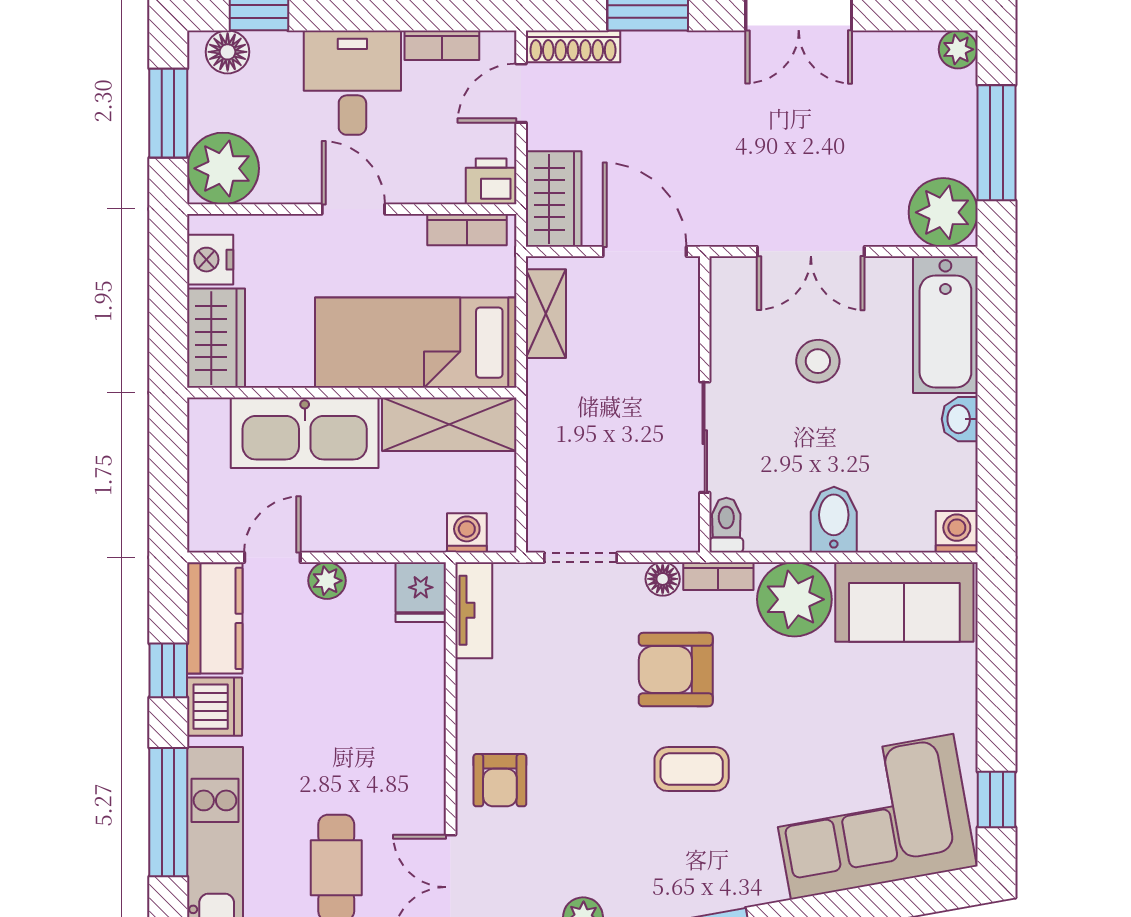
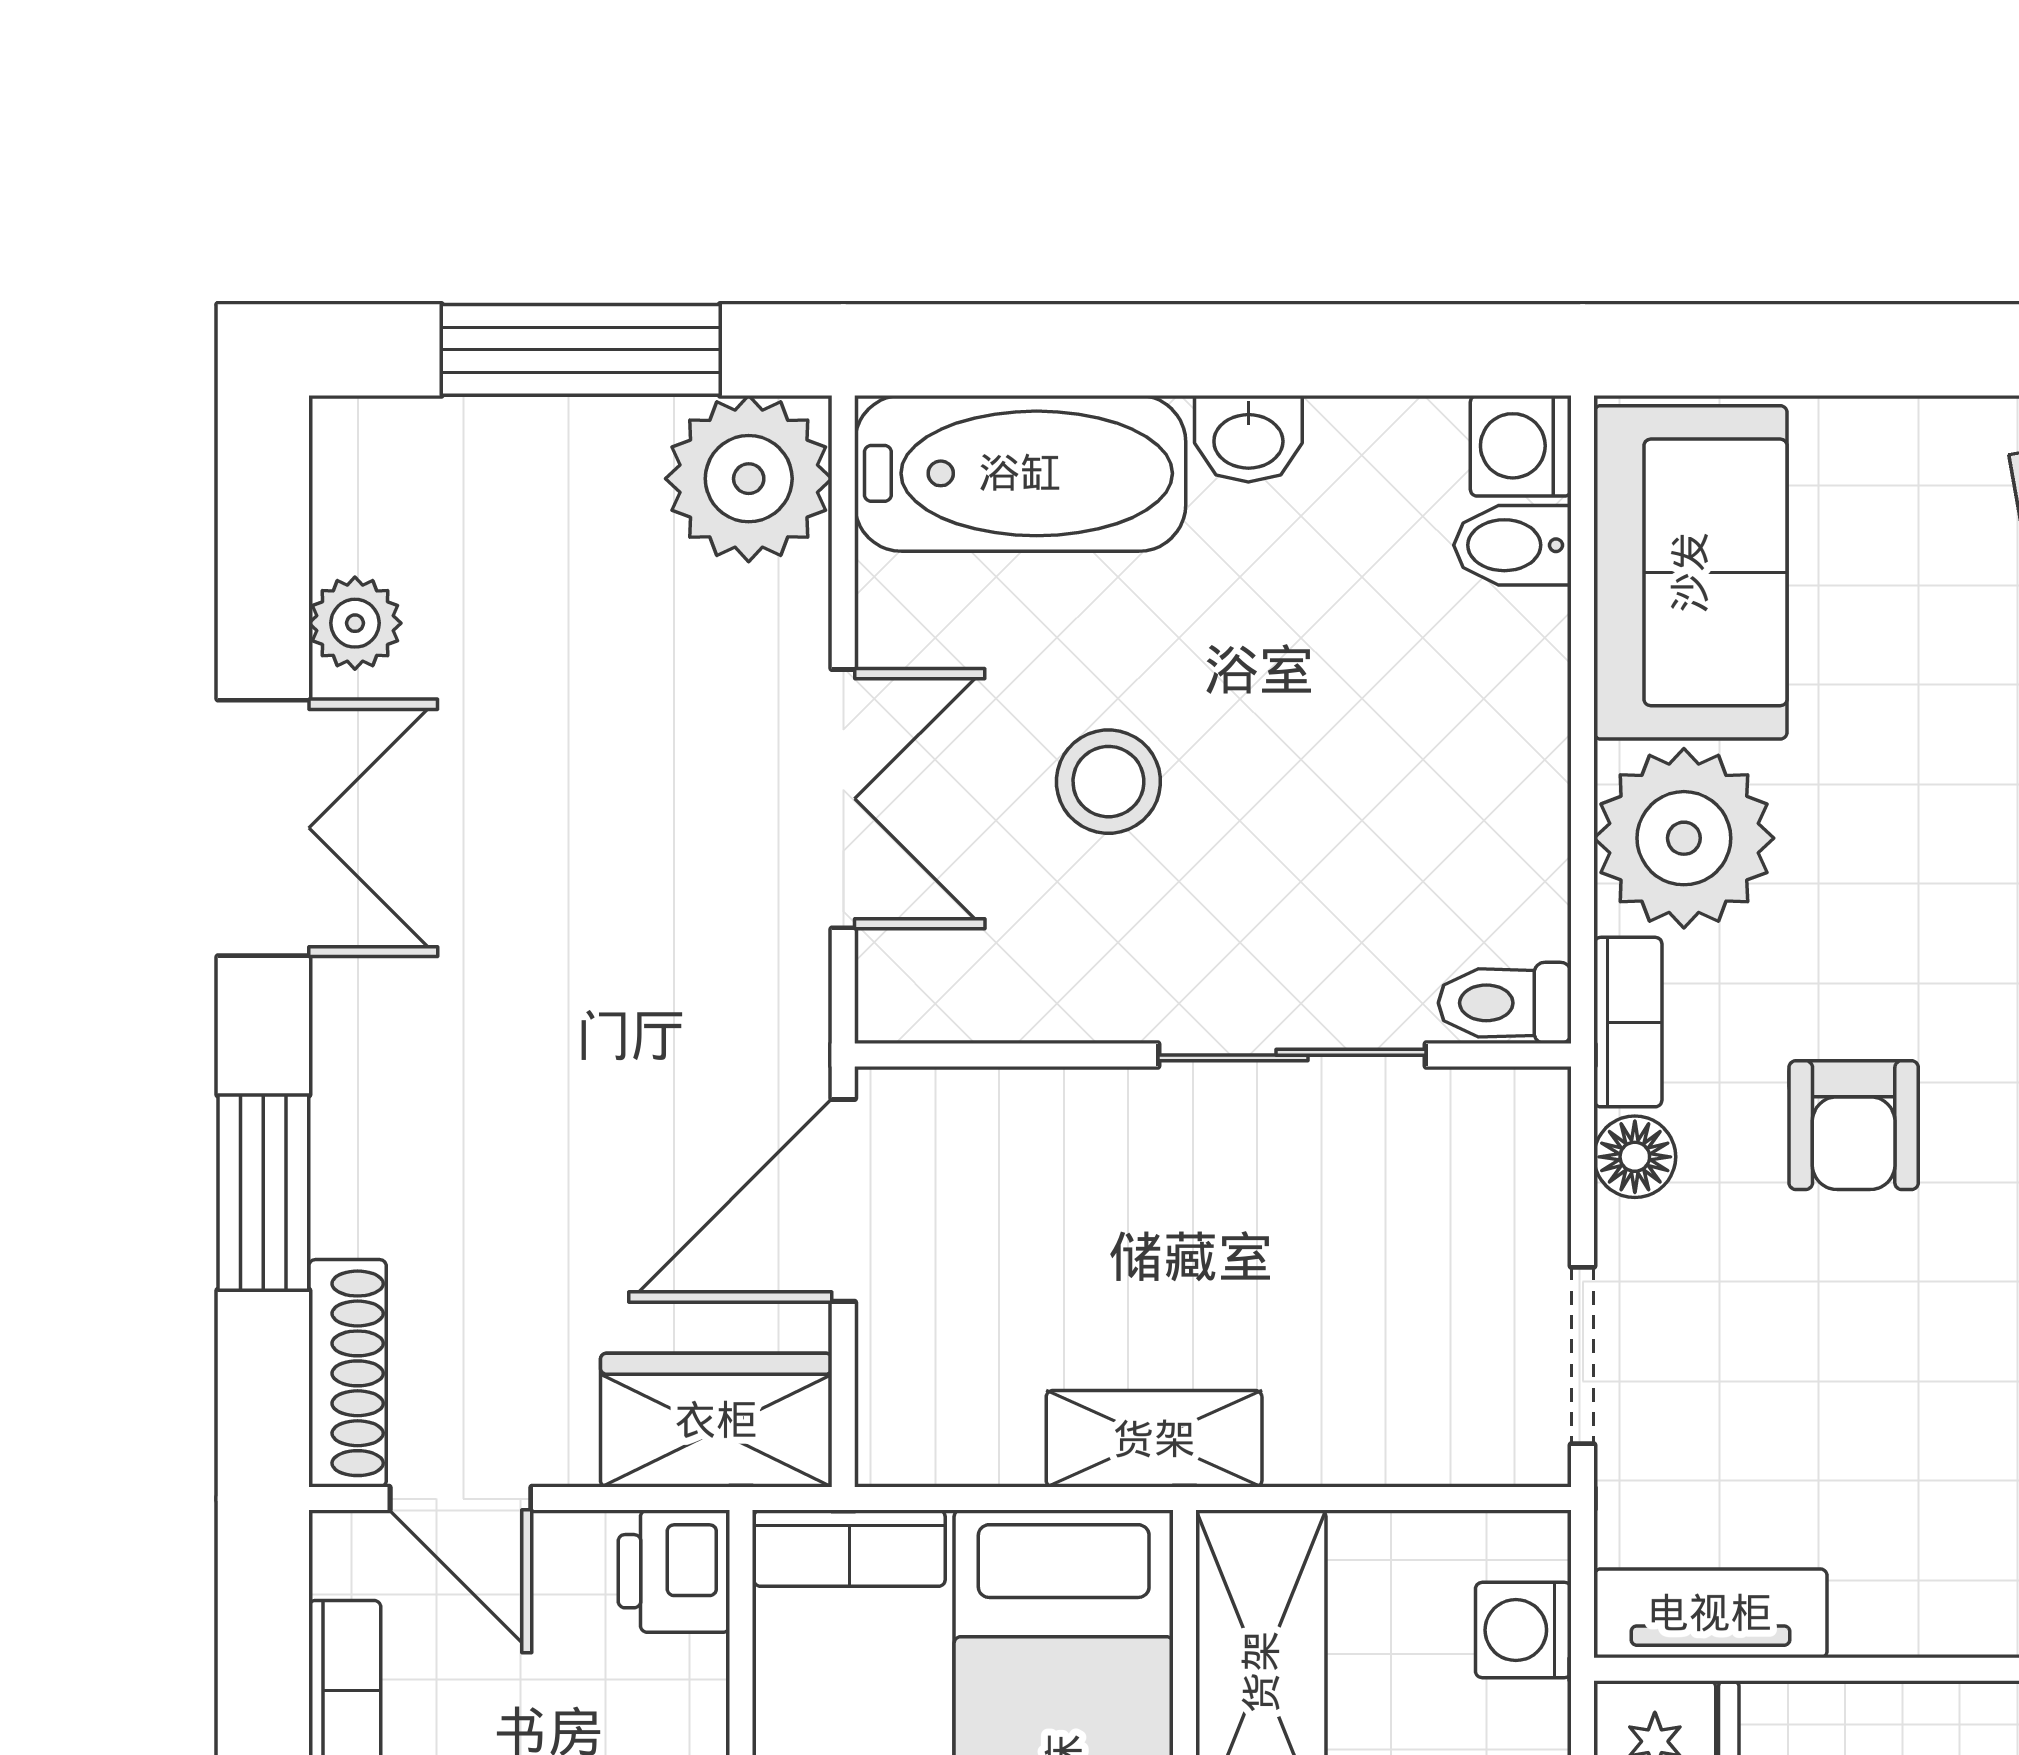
plant: (958, 49) -> (355, 623), moved
bookcase: (467, 230) -> (849, 1548), moved, turned 90
shelving: (546, 314) -> (1154, 1439), moved
bidet: (834, 520) -> (1512, 545), moved, width x0.72, depth x0.74
armchair: (676, 670) -> (1854, 1125), width x0.72, depth x0.72

